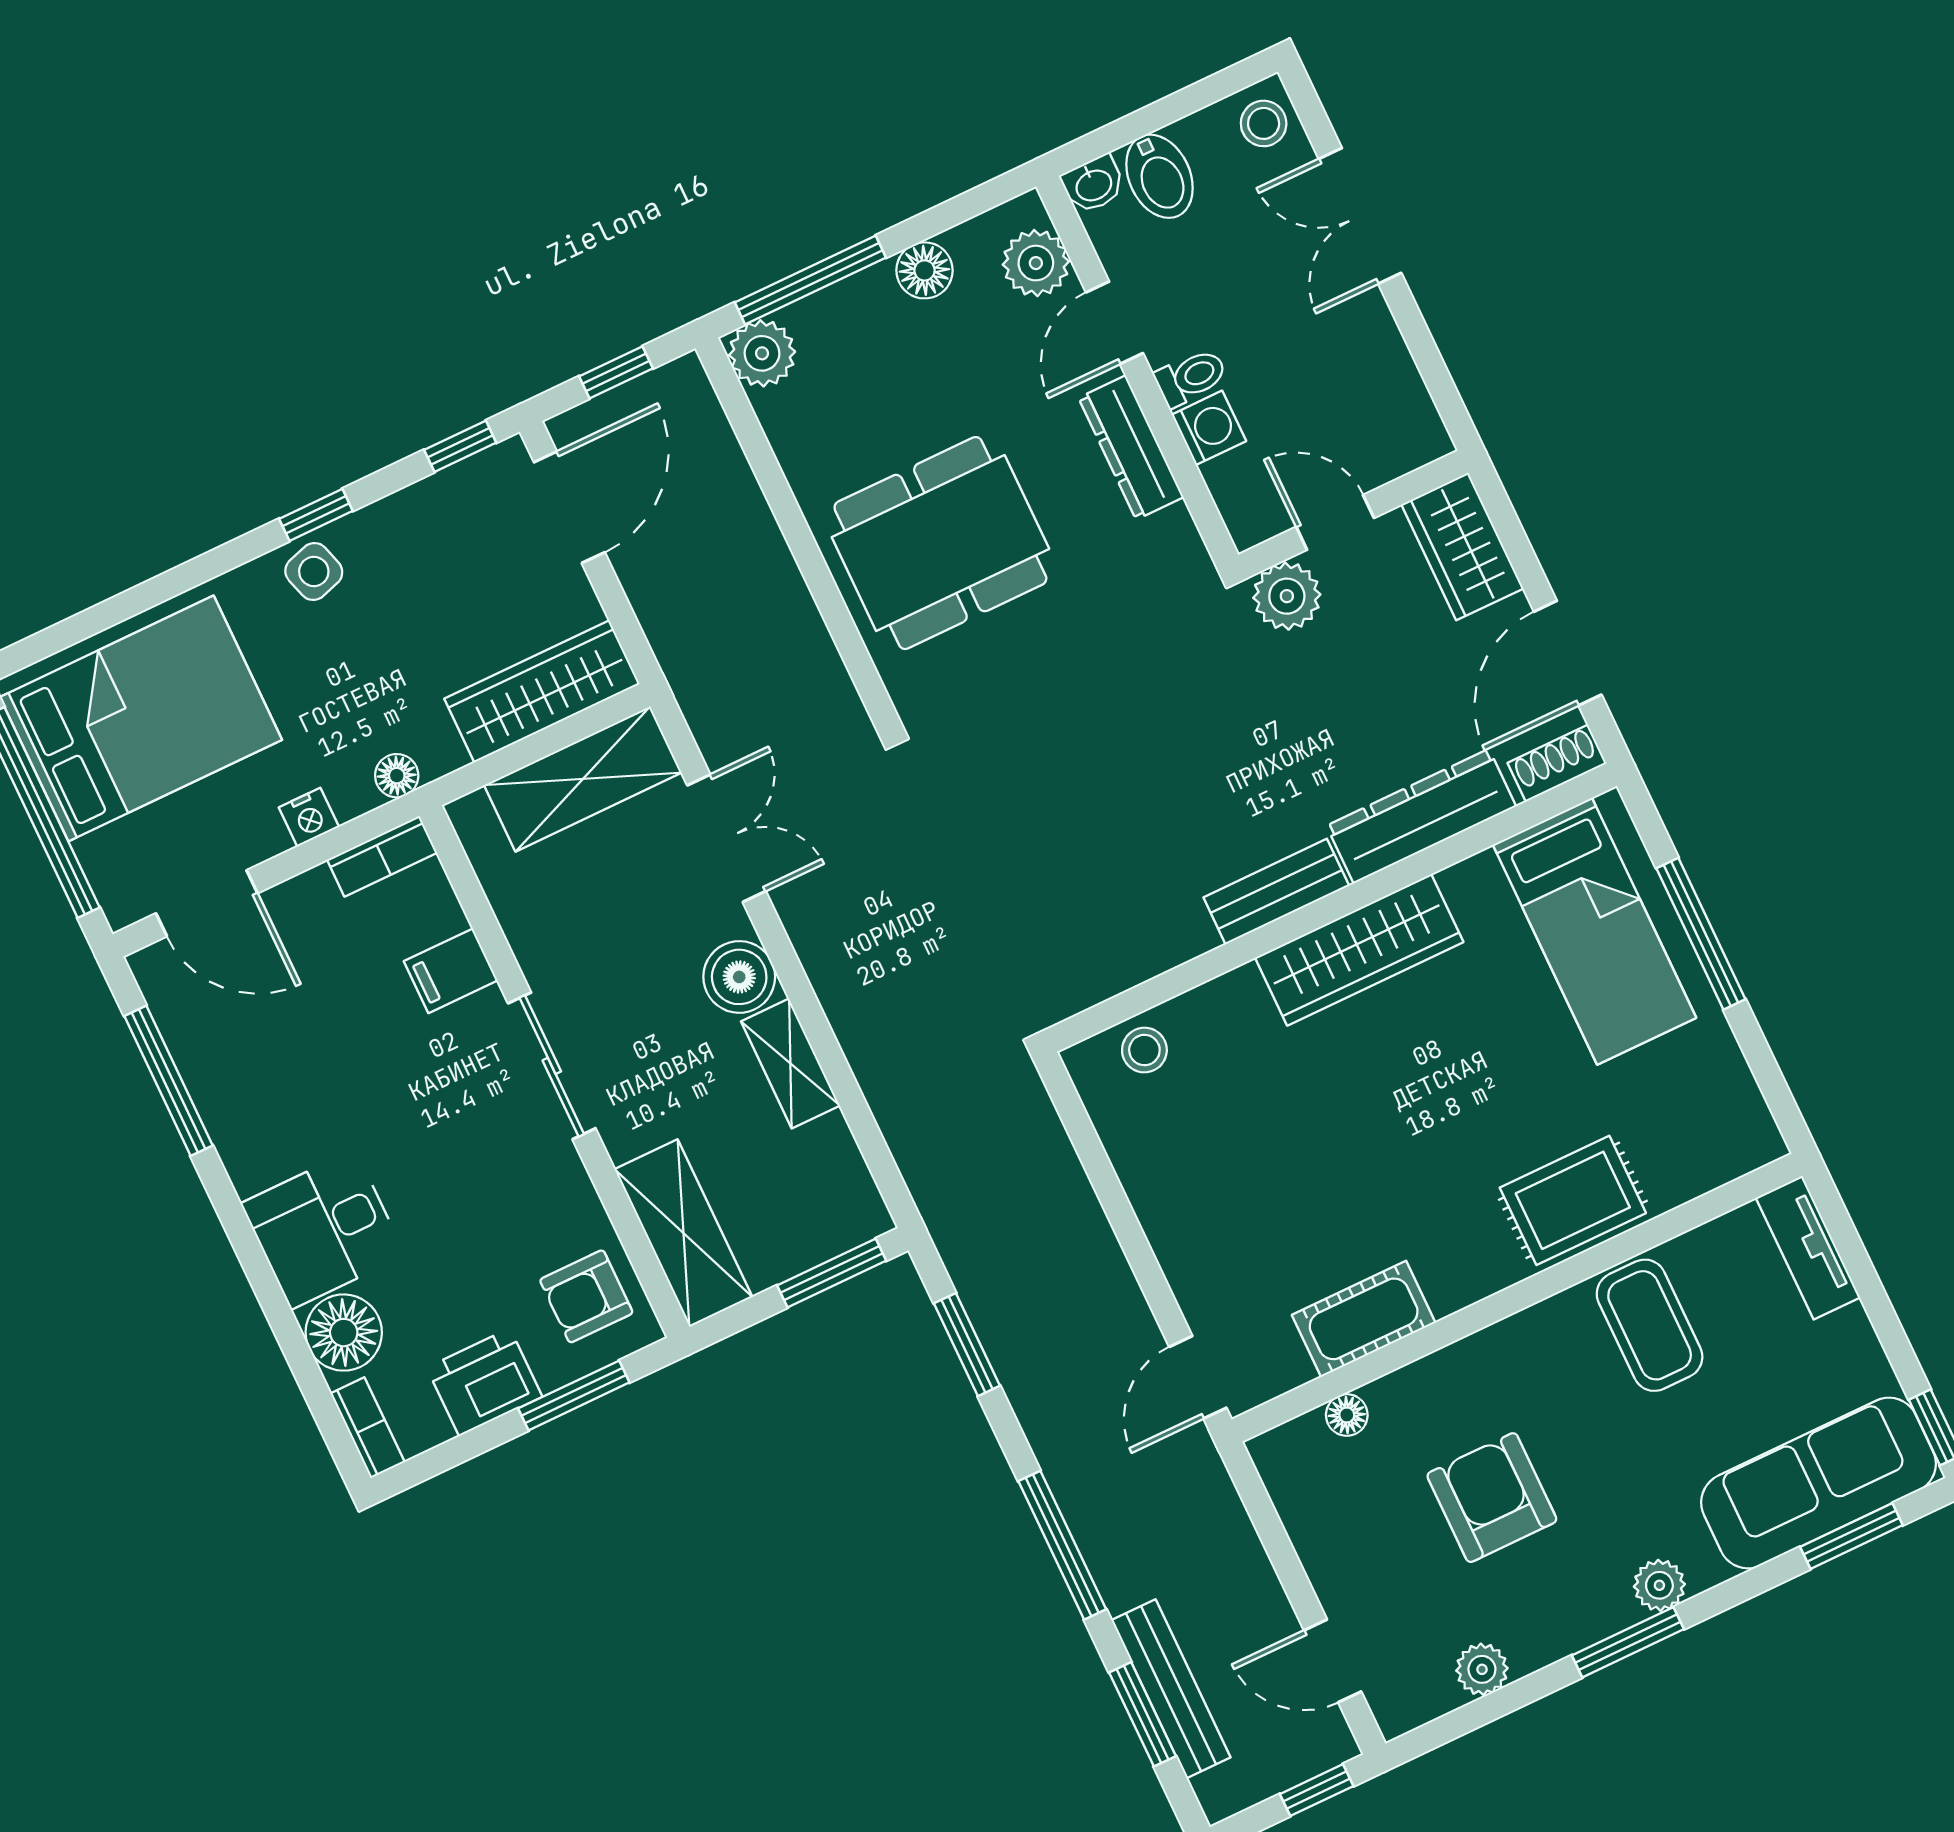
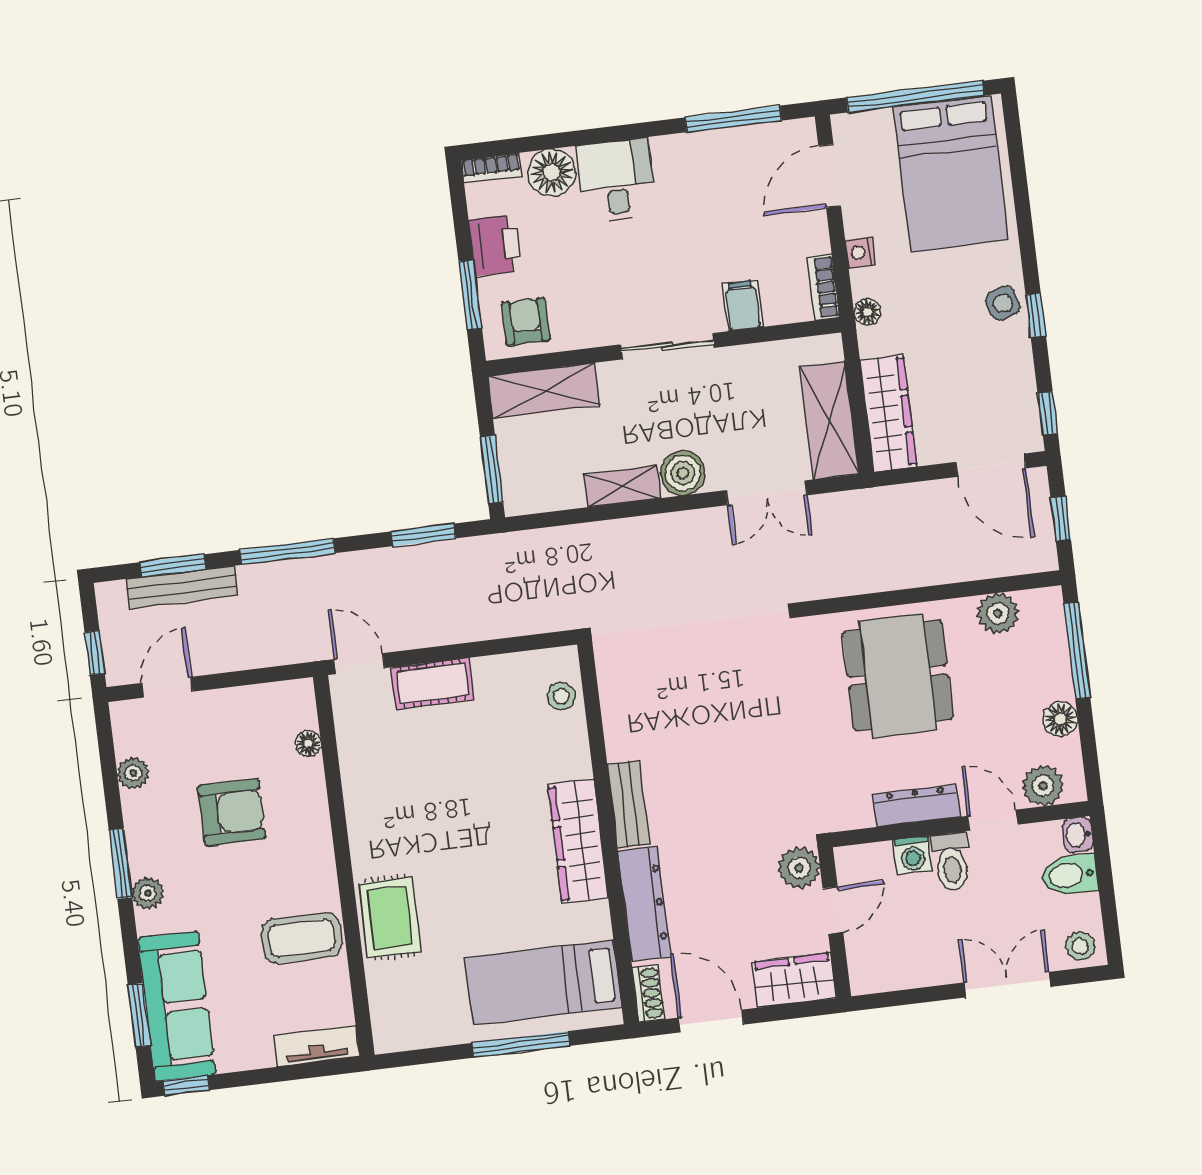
plant: (762, 353) -> (998, 614), moved
toilet: (1191, 377) -> (952, 862), width x1.37, depth x1.39
cot: (1364, 1319) -> (433, 684), moved, turned 90

